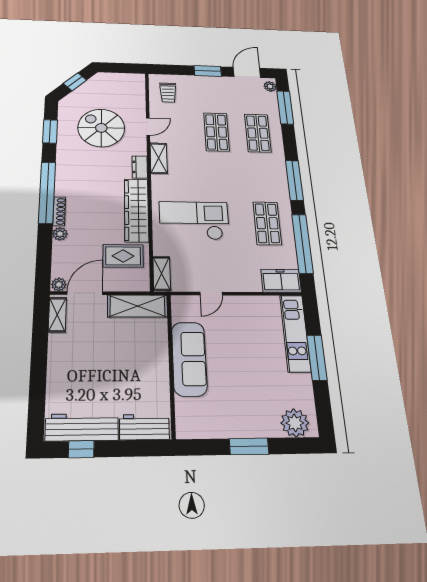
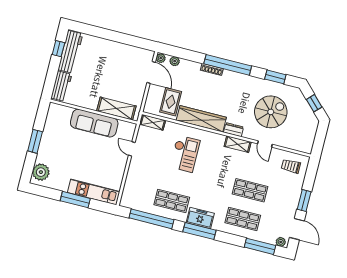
checkout: (194, 220) -> (185, 154), width x0.73, depth x0.83
plant: (60, 234) -> (175, 61), moved
freezer: (281, 281) -> (200, 218), moved, turned -90
shelving: (138, 306) -> (116, 108), moved, turned 90
shelving: (57, 315) -> (141, 53), removed

